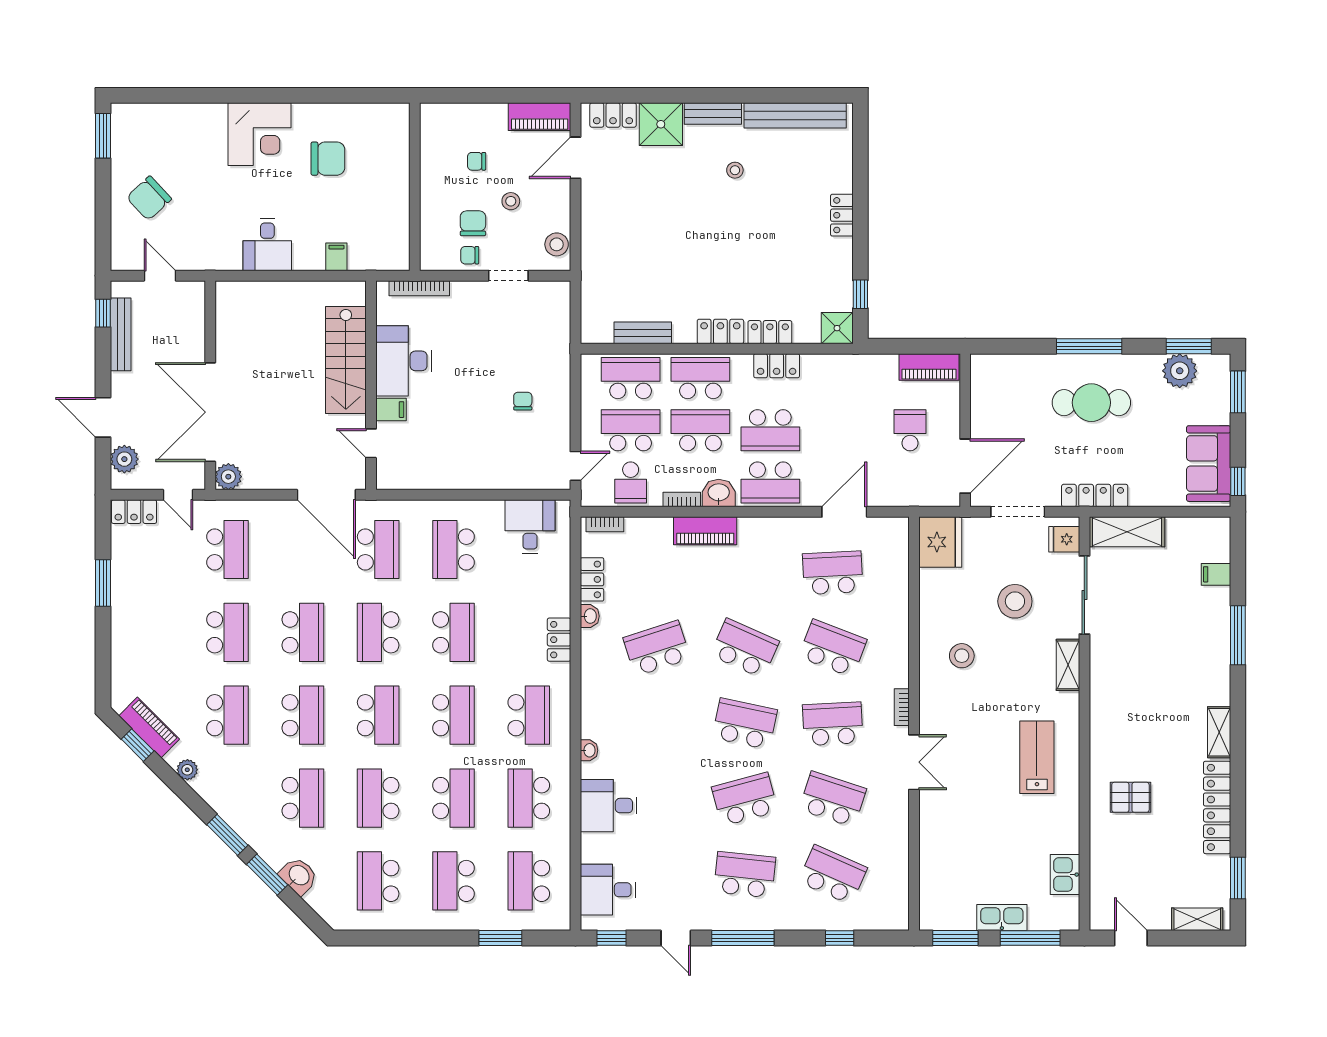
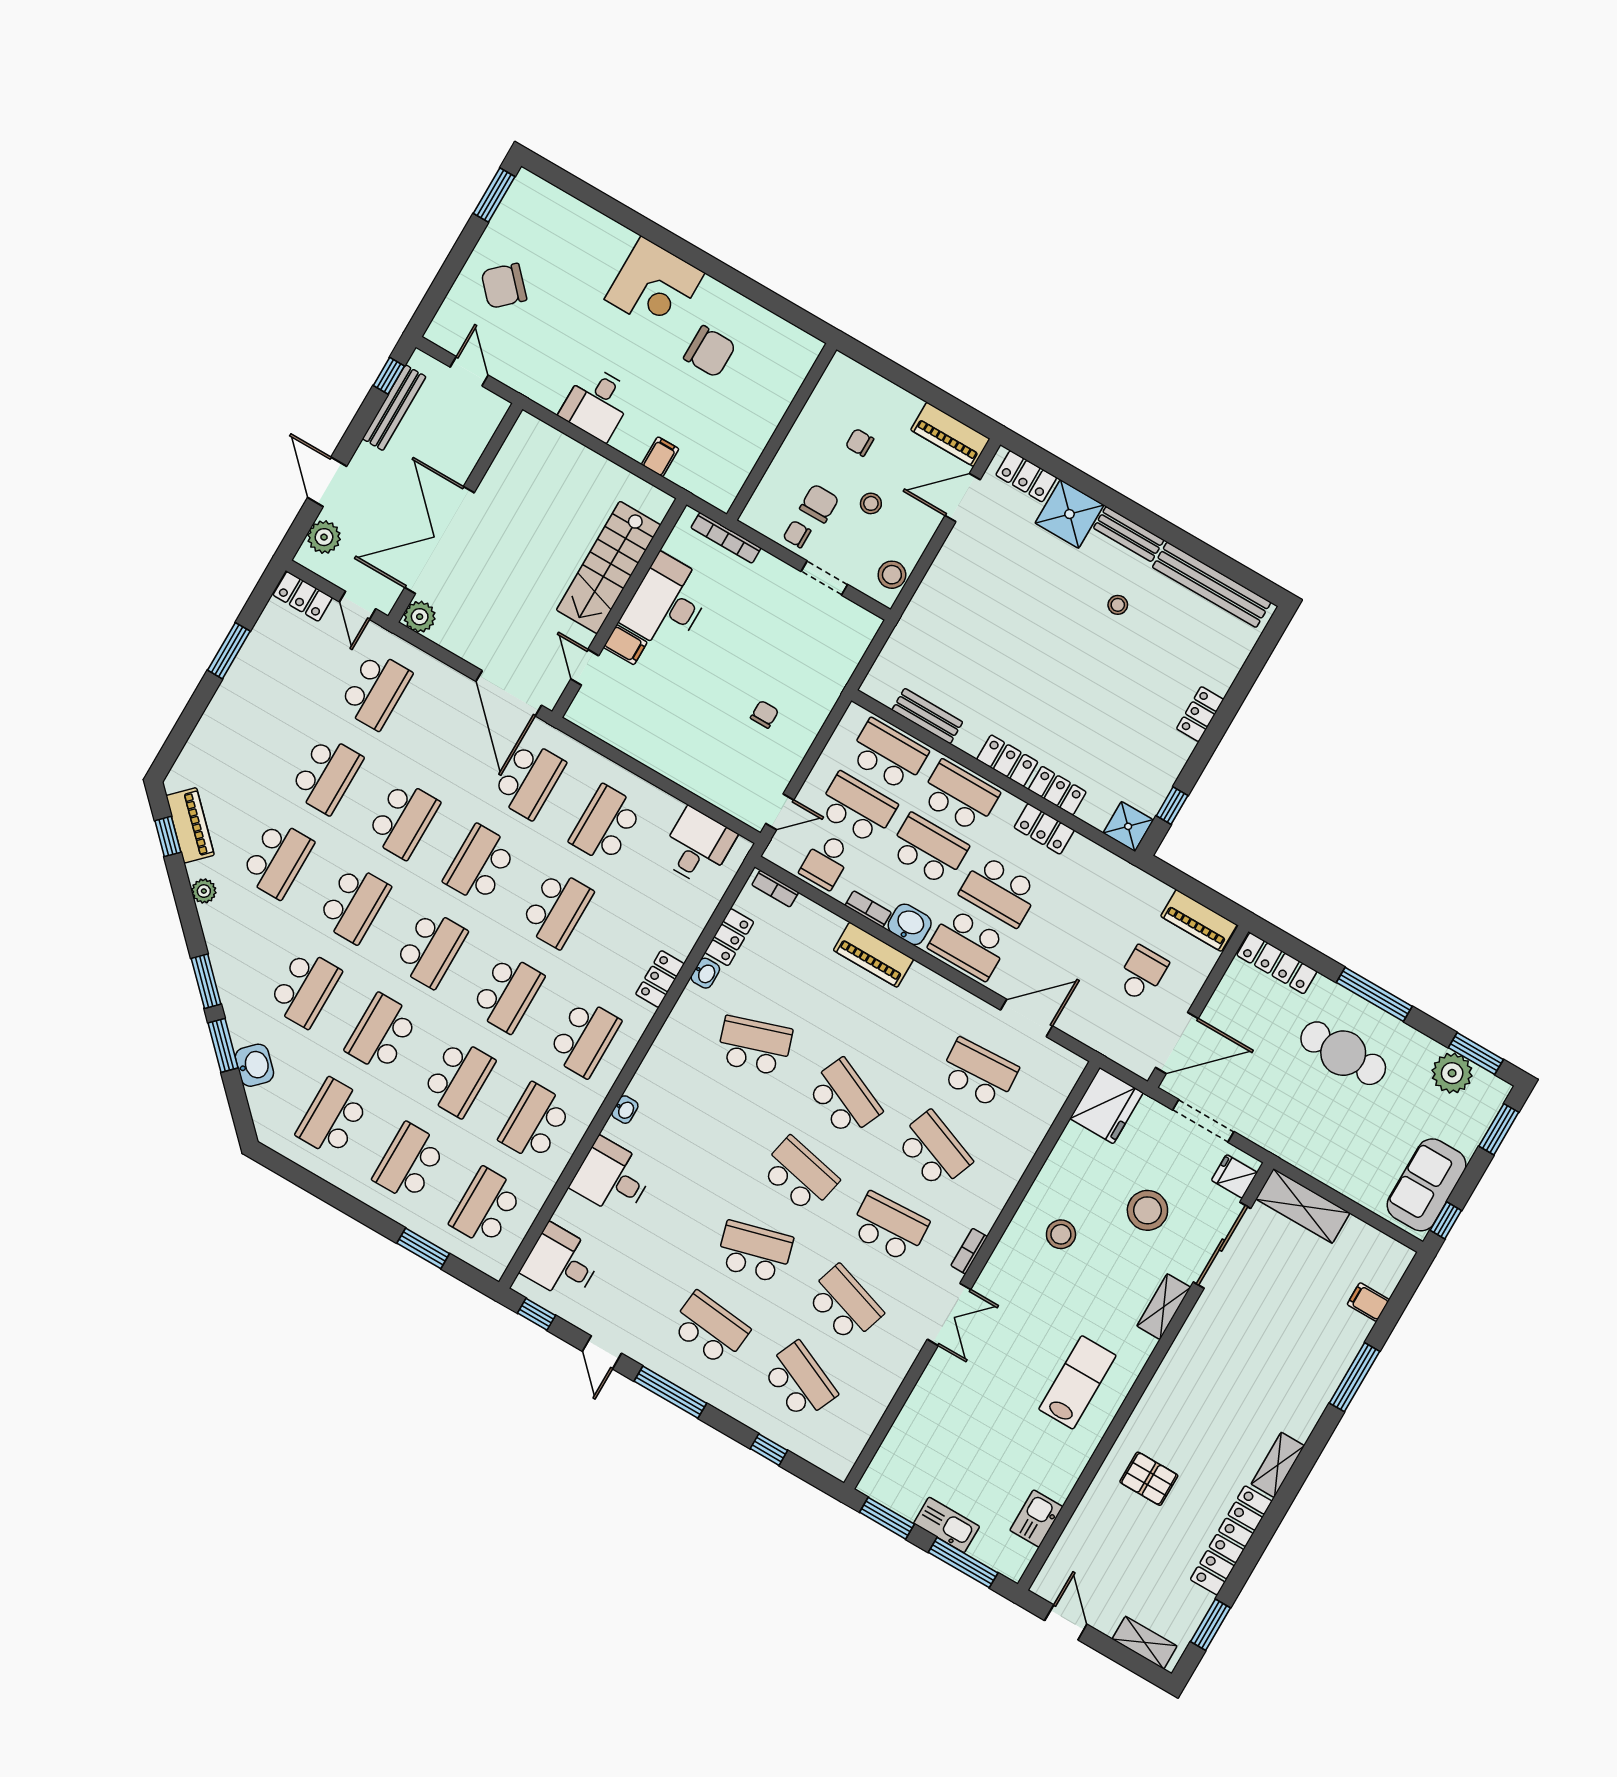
locker: (1095, 496) -> (1277, 963), moved, turned 180

